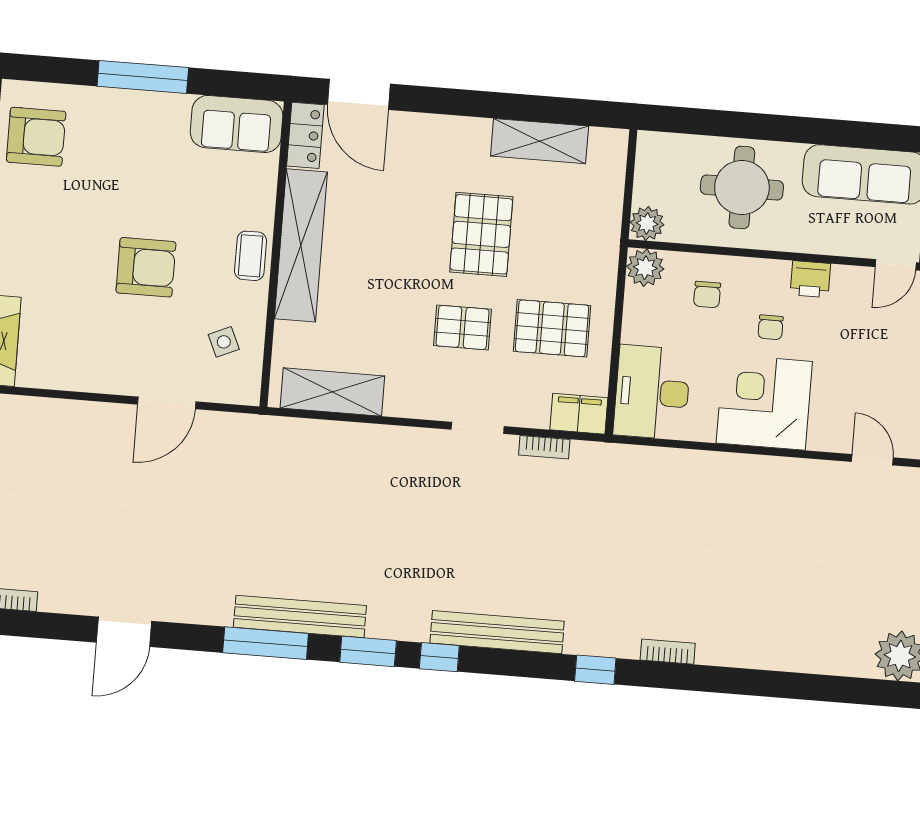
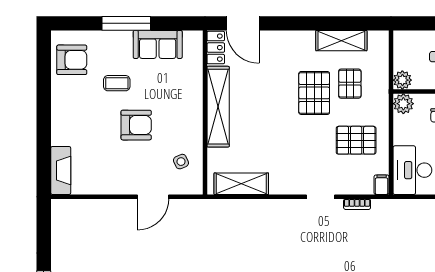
sofa: (237, 124) -> (158, 44), moved
coffee table: (251, 256) -> (117, 83), moved, turned 90
pallet: (462, 327) -> (350, 84), moved, turned 90
filing cabinet: (579, 414) -> (382, 185), width x0.50

